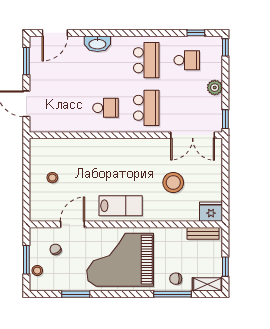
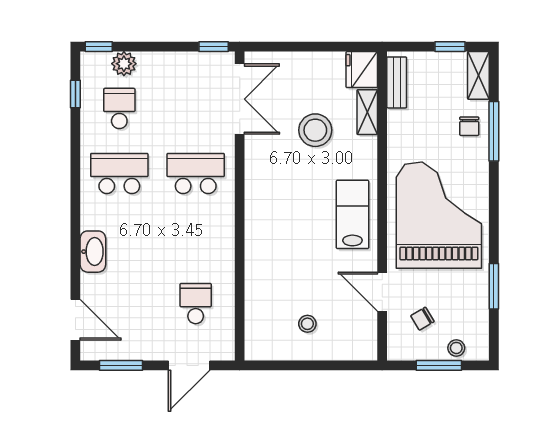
plant: (215, 88) -> (124, 64), moved
school desk: (106, 108) -> (196, 304), moved
shelving: (184, 215) -> (367, 112), added
grand piano: (120, 260) -> (439, 215), turned 180

